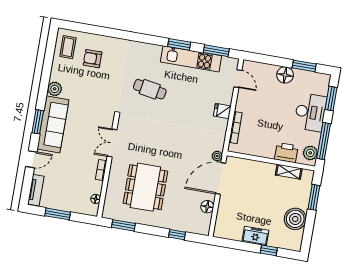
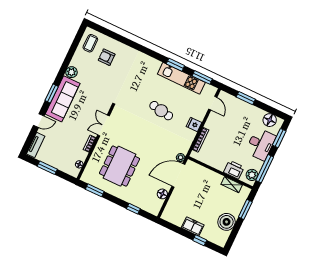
window: (304, 66) -> (246, 98), moved
floor lamp: (285, 75) -> (270, 120), moved
cafe table: (150, 89) -> (161, 111), moved

